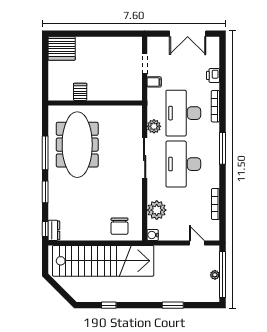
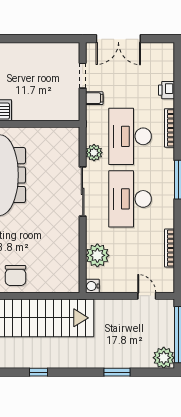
double door: (188, 34) -> (118, 39), moved
chair: (119, 226) -> (16, 275), moved
plant: (215, 275) -> (164, 358), moved, width x1.88, depth x1.88

